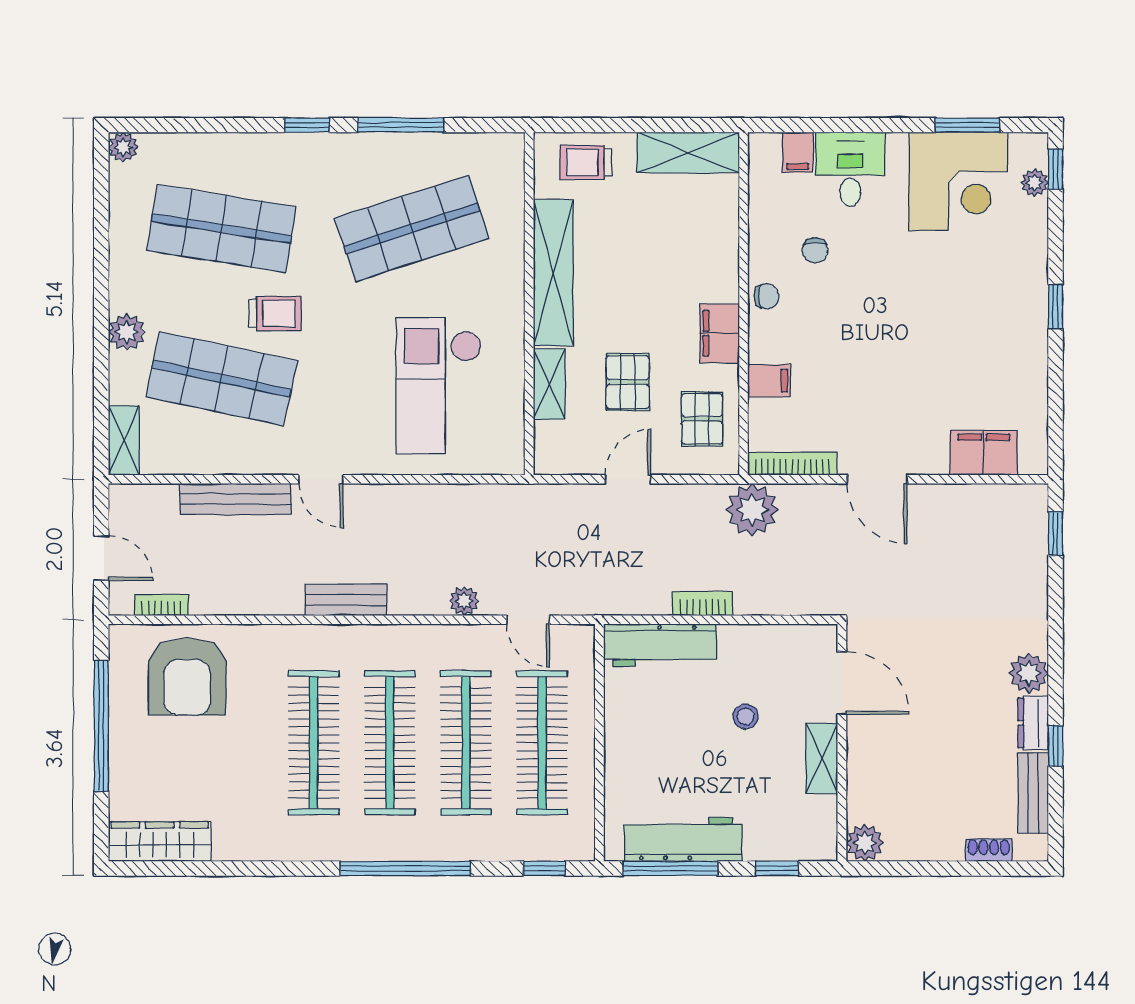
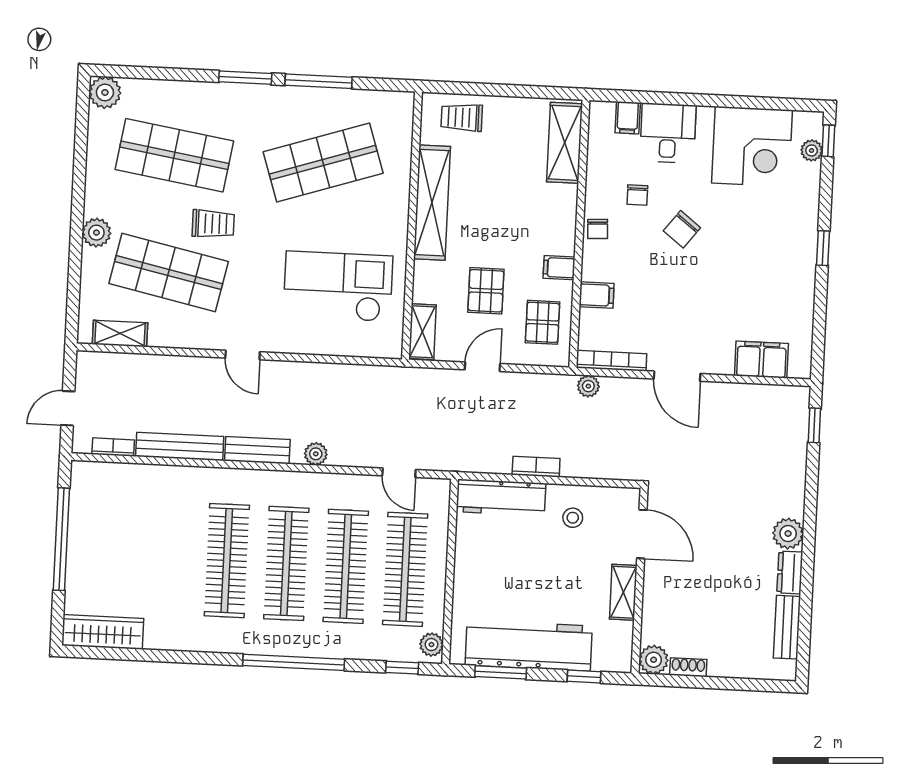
window: (307, 125) -> (245, 78), width x1.50
window: (967, 125) -> (761, 103), removed
plant: (123, 147) -> (105, 92), width x1.38, depth x1.38
shelving: (688, 153) -> (565, 143), moved, turned 90
chair: (874, 291) -> (682, 229), added
chair: (766, 296) -> (598, 229), turned 87
filing cabinet: (720, 333) -> (559, 268), width x0.50
shelving: (549, 384) -> (422, 332), moved
checkout: (439, 386) -> (338, 286), turned 90
shelving: (124, 440) -> (120, 333), moved, turned 90
bench: (235, 499) -> (180, 446), moved
plant: (752, 510) -> (588, 386), width x0.53, depth x0.53
door: (101, 558) -> (68, 408), swing flipped
plant: (464, 601) -> (316, 454), moved
armchair: (187, 677) -> (131, 504), removed
stool: (746, 717) -> (573, 518), moved
window: (1056, 746) -> (806, 591), removed
plant: (580, 837) -> (431, 645), added
workbench: (683, 839) -> (529, 645), width x1.36, depth x1.32
shoe rack: (989, 850) -> (688, 667), moved
window: (670, 869) -> (501, 672), width x0.69

